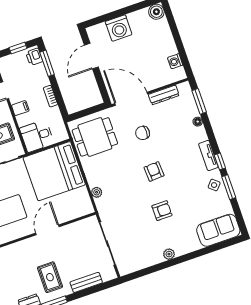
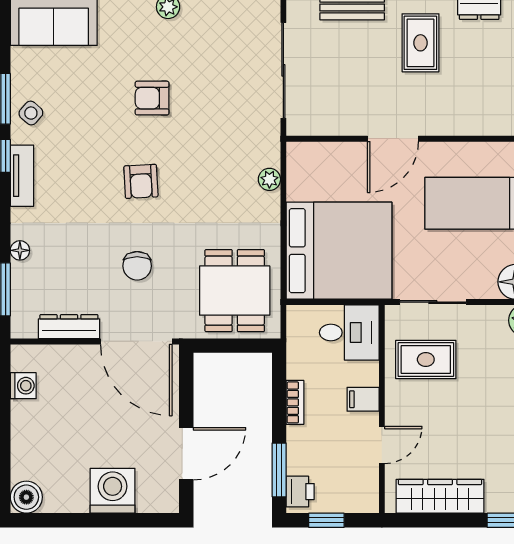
chair: (143, 133) -> (137, 266), turned 90
dining table: (95, 137) -> (235, 291), turned 90

